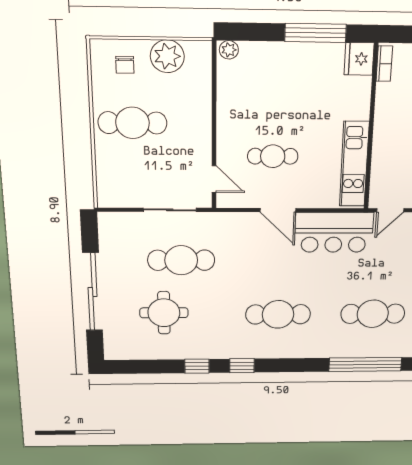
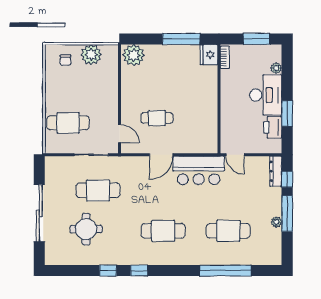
plant: (229, 50) -> (134, 55), width x1.88, depth x1.88
cafe table: (132, 123) -> (68, 123), moved
kitchen unit: (354, 164) -> (210, 123), removed
door: (278, 210) -> (161, 155), hinge flipped
door: (390, 210) -> (235, 155), hinge flipped

